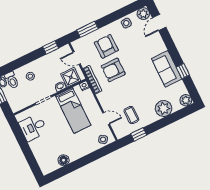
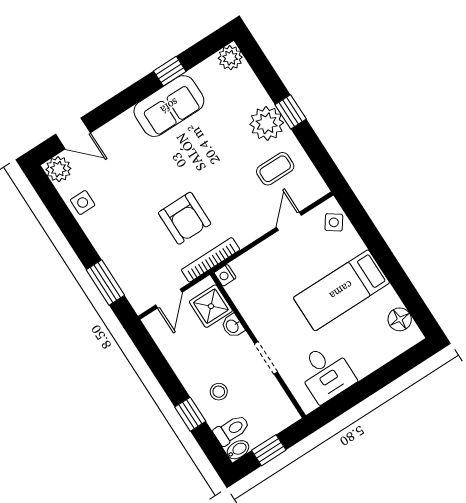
armchair: (106, 46) -> (137, 239), removed
window: (51, 47) -> (190, 414), moved
plant: (164, 108) -> (267, 123), moved
bed: (73, 110) -> (341, 290), moved, turned 180
window: (139, 134) -> (291, 112), moved
floor lamp: (63, 160) -> (400, 319), moved

